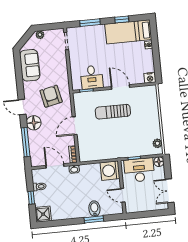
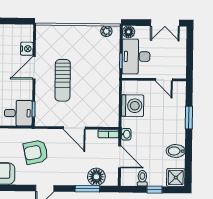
desk: (92, 77) -> (18, 113), moved
nightstand: (150, 78) -> (27, 49), moved
floor lamp: (34, 123) -> (96, 177), moved
window: (26, 142) -> (87, 189), width x0.69
door: (55, 166) -> (120, 157), swing flipped
washing machine: (110, 171) -> (133, 106), moved, turned -90
door: (123, 195) -> (164, 80), hinge flipped
bidet: (94, 209) -> (176, 151), moved

